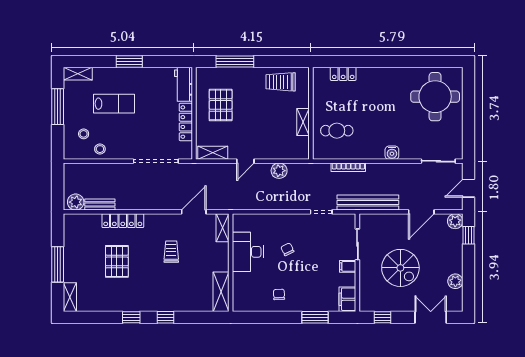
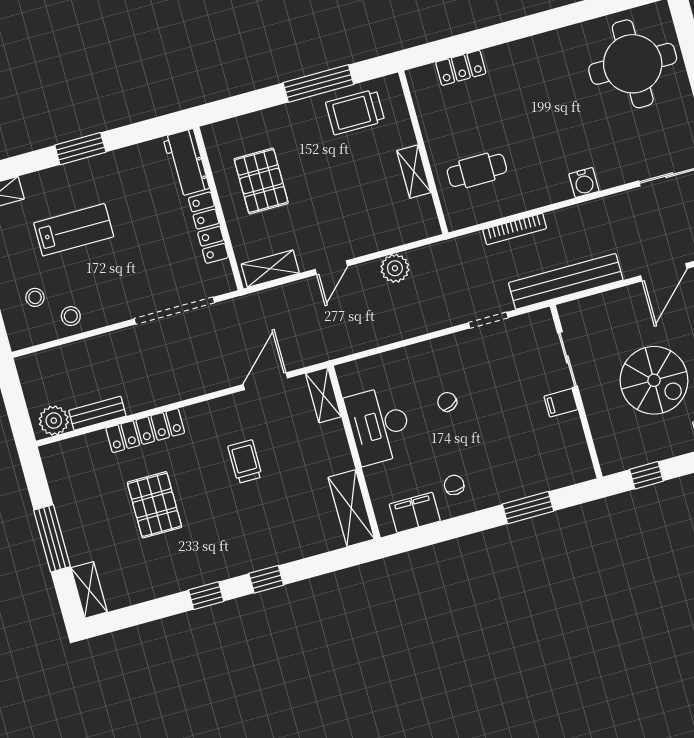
window: (235, 61) -> (318, 83), moved
filing cabinet: (347, 299) -> (415, 513), moved, turned 90

